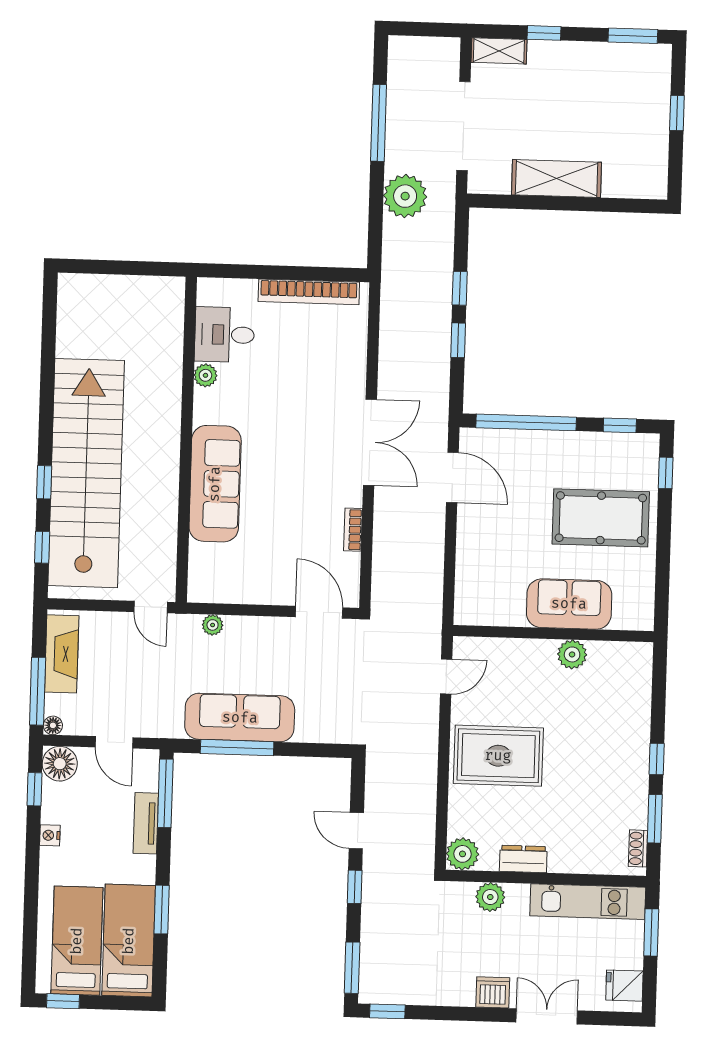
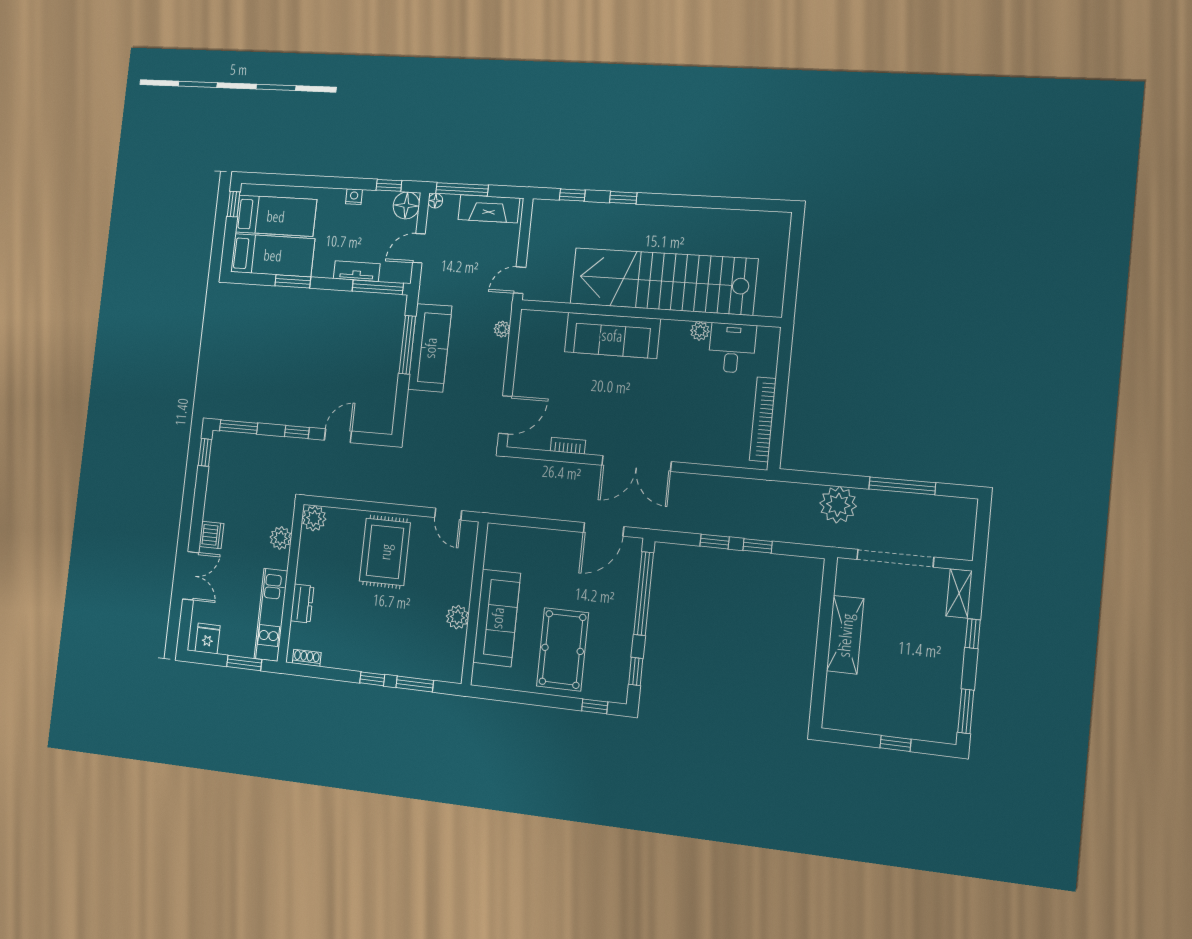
stairs: (86, 473) -> (663, 281), moved, turned 180
sofa: (569, 604) -> (497, 618), width x1.36
window: (655, 819) -> (415, 684), moved
dresser: (523, 859) -> (302, 603), moved

